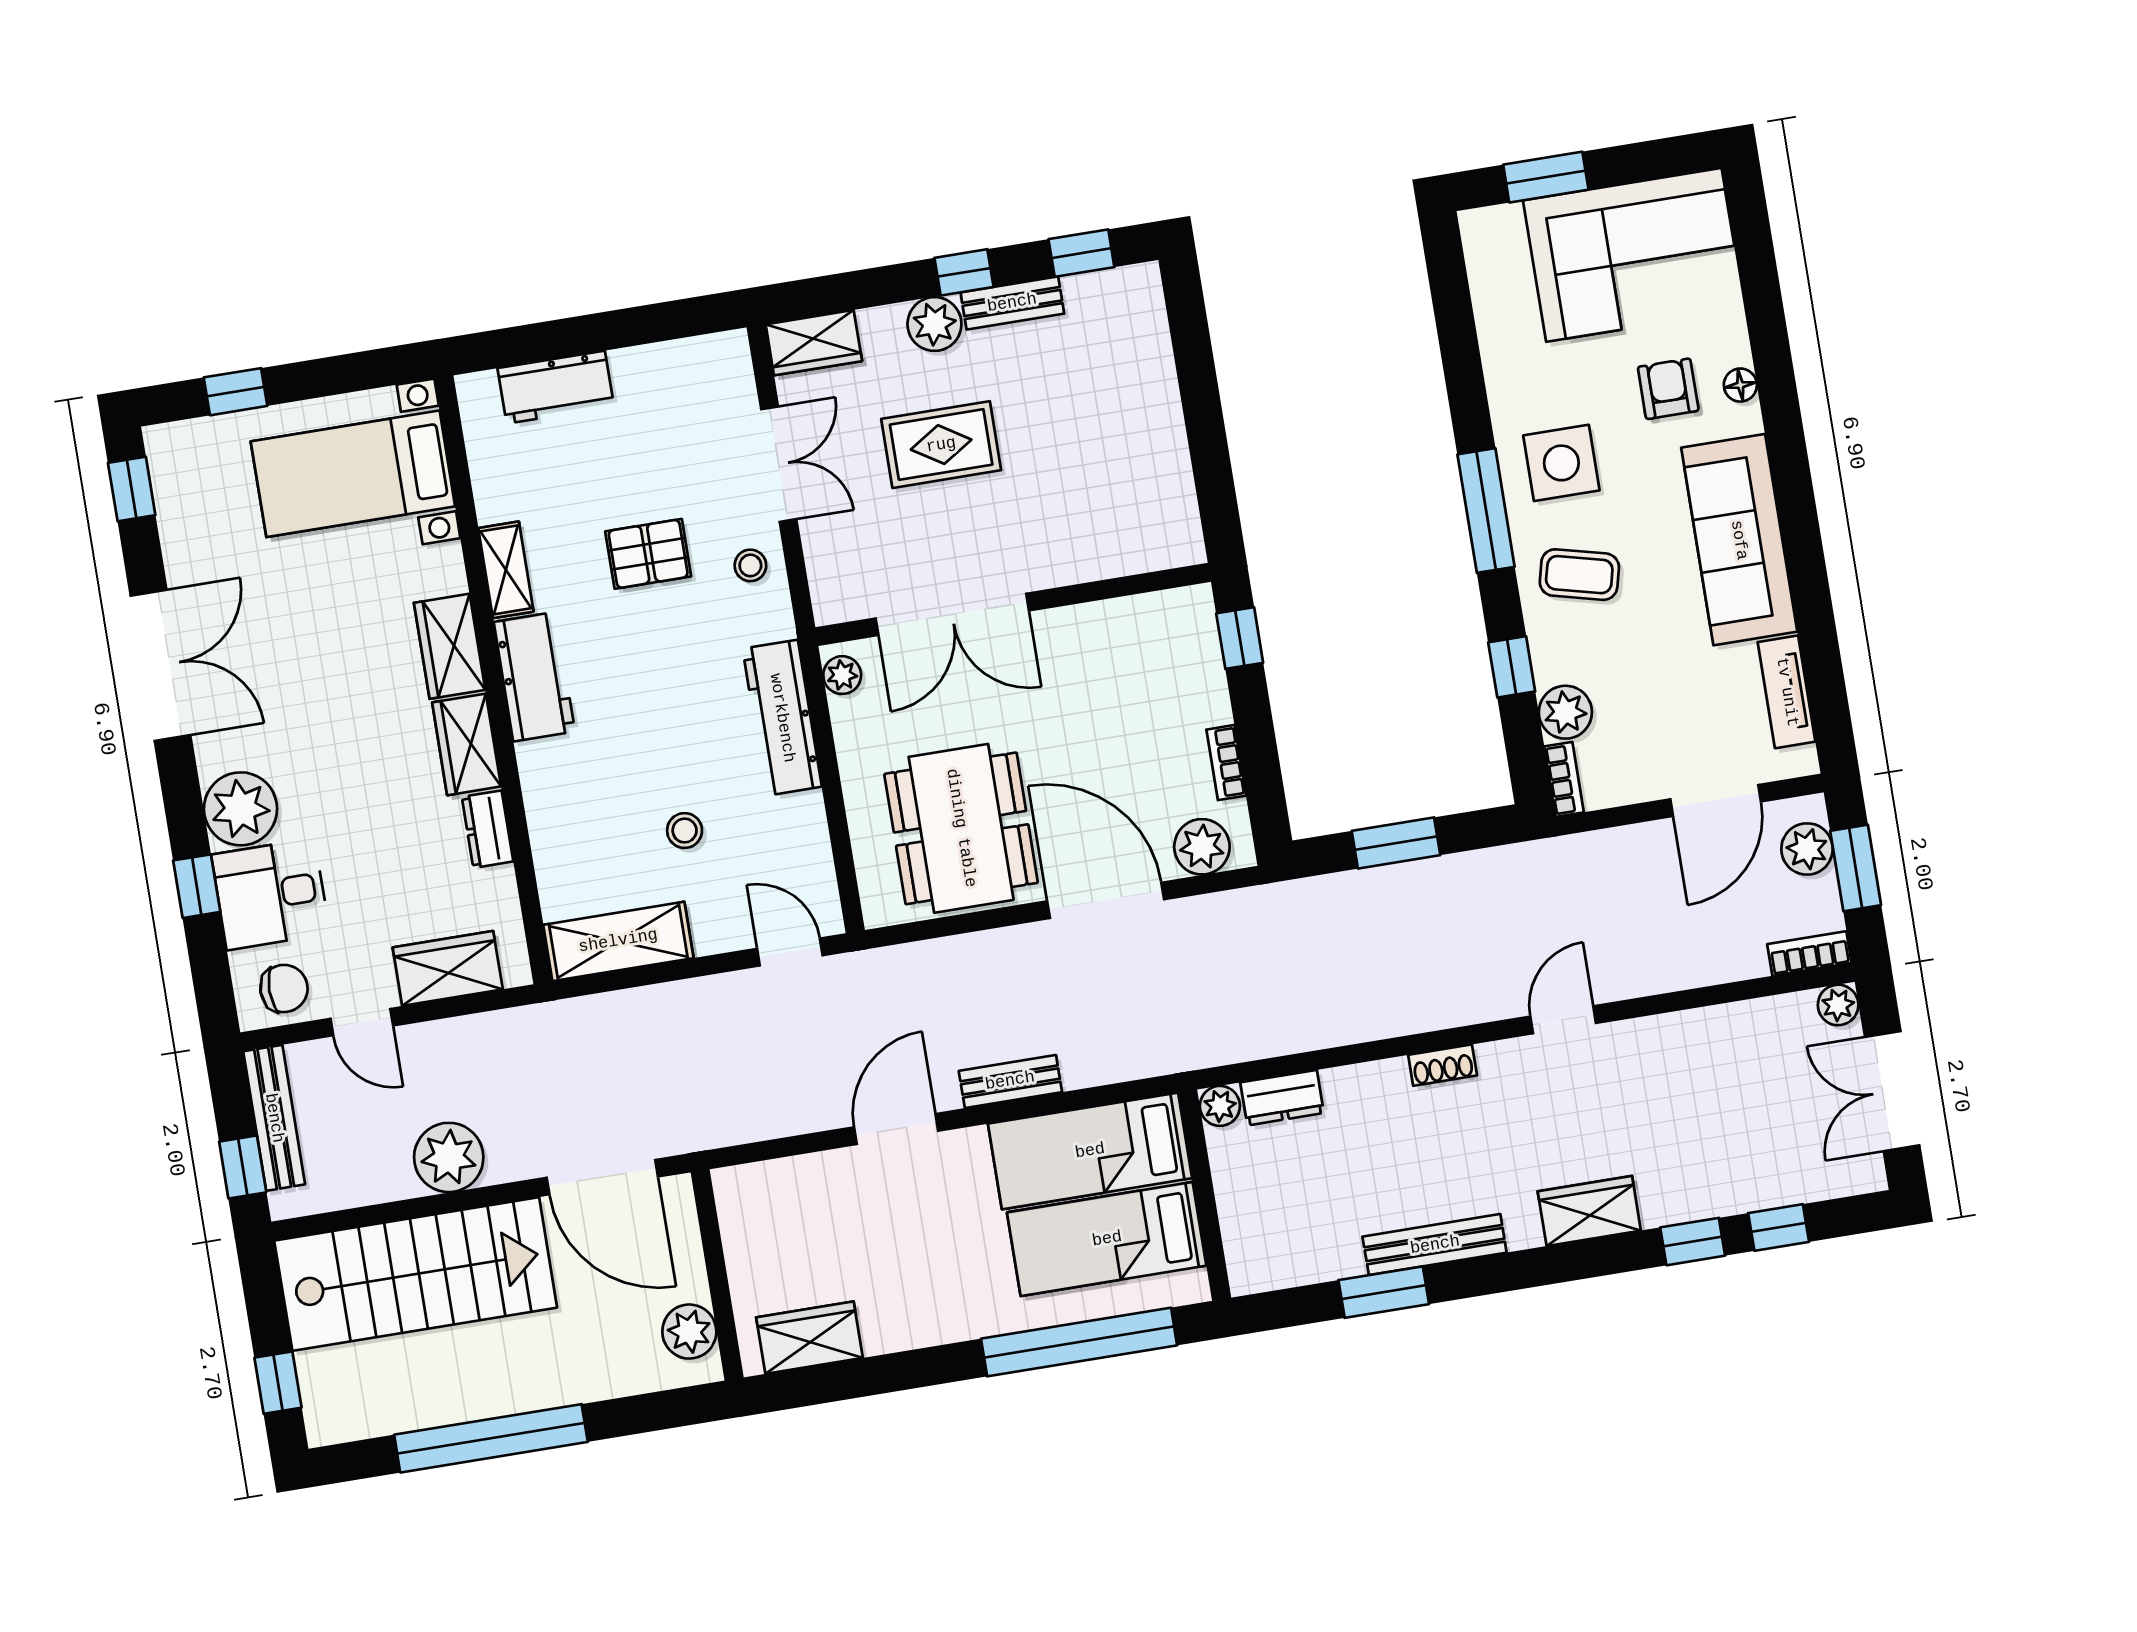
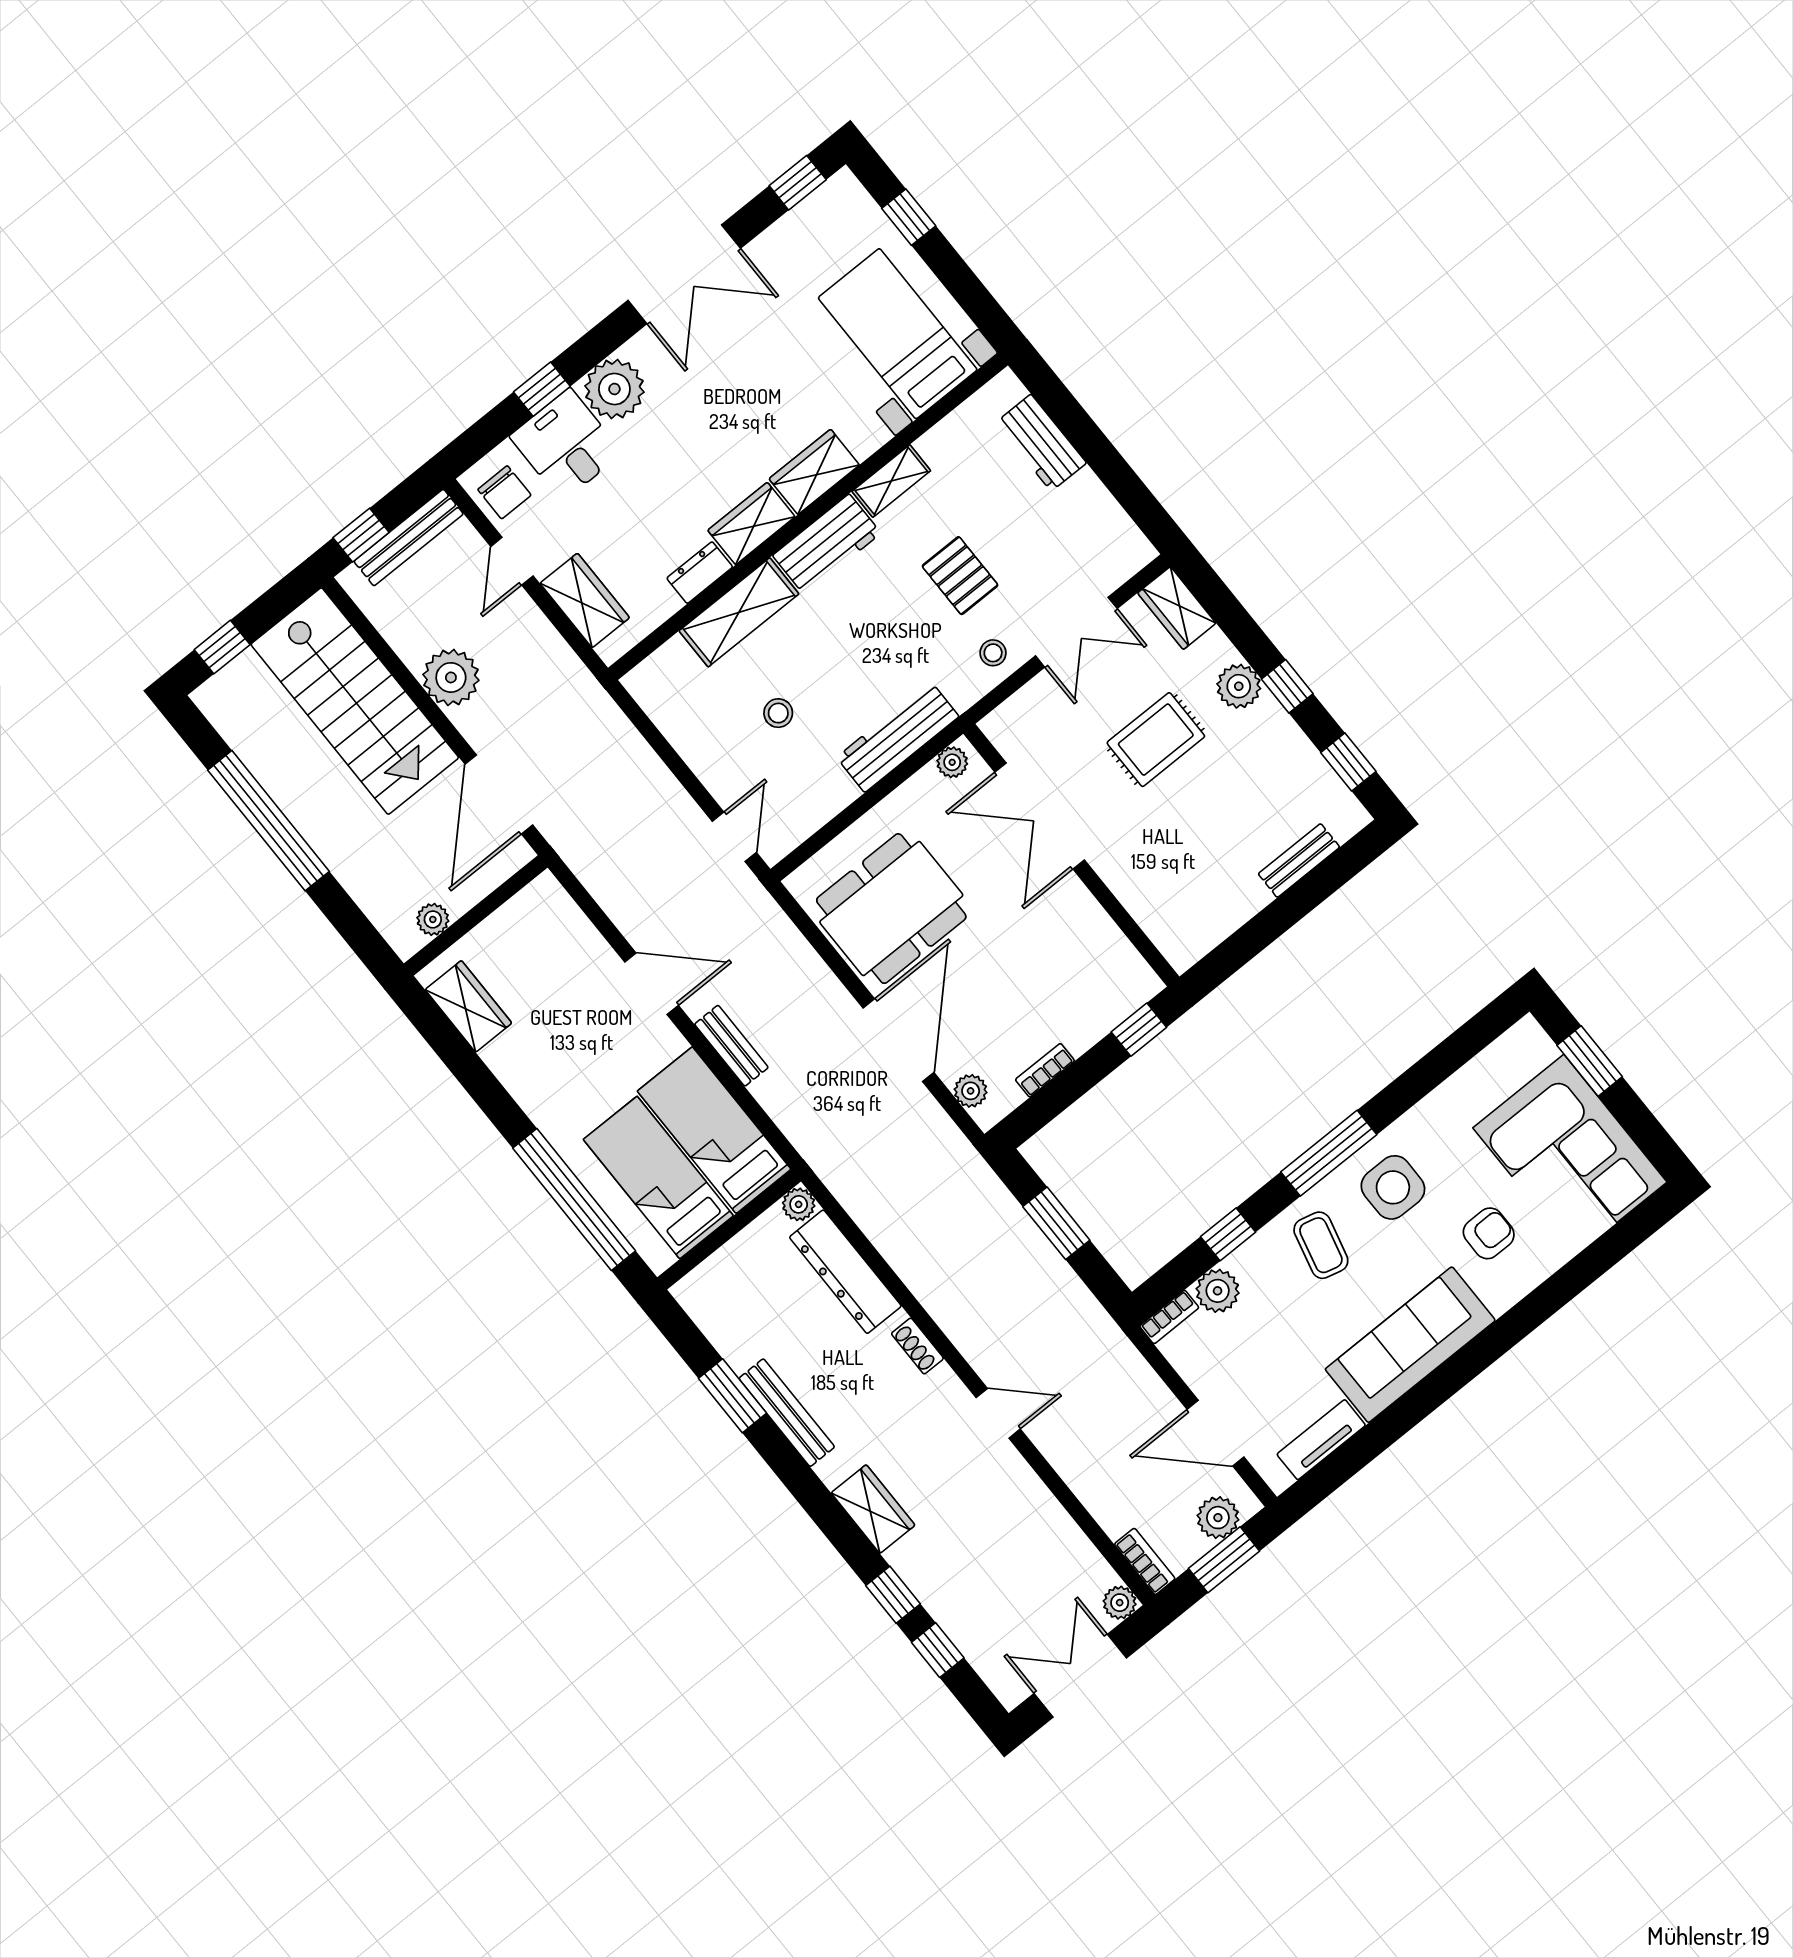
bench: (1012, 303) -> (1299, 860), moved, turned 90
floor lamp: (1740, 385) -> (1520, 1283), removed
rug: (941, 445) -> (1156, 740), turned 90
plant: (1202, 847) -> (971, 1091), width x0.73, depth x0.73
shelving: (618, 941) -> (739, 612), moved, turned 90
dresser: (1282, 1098) -> (845, 1272), width x1.96, depth x1.24
plant: (689, 1332) -> (433, 919), width x0.73, depth x0.73

